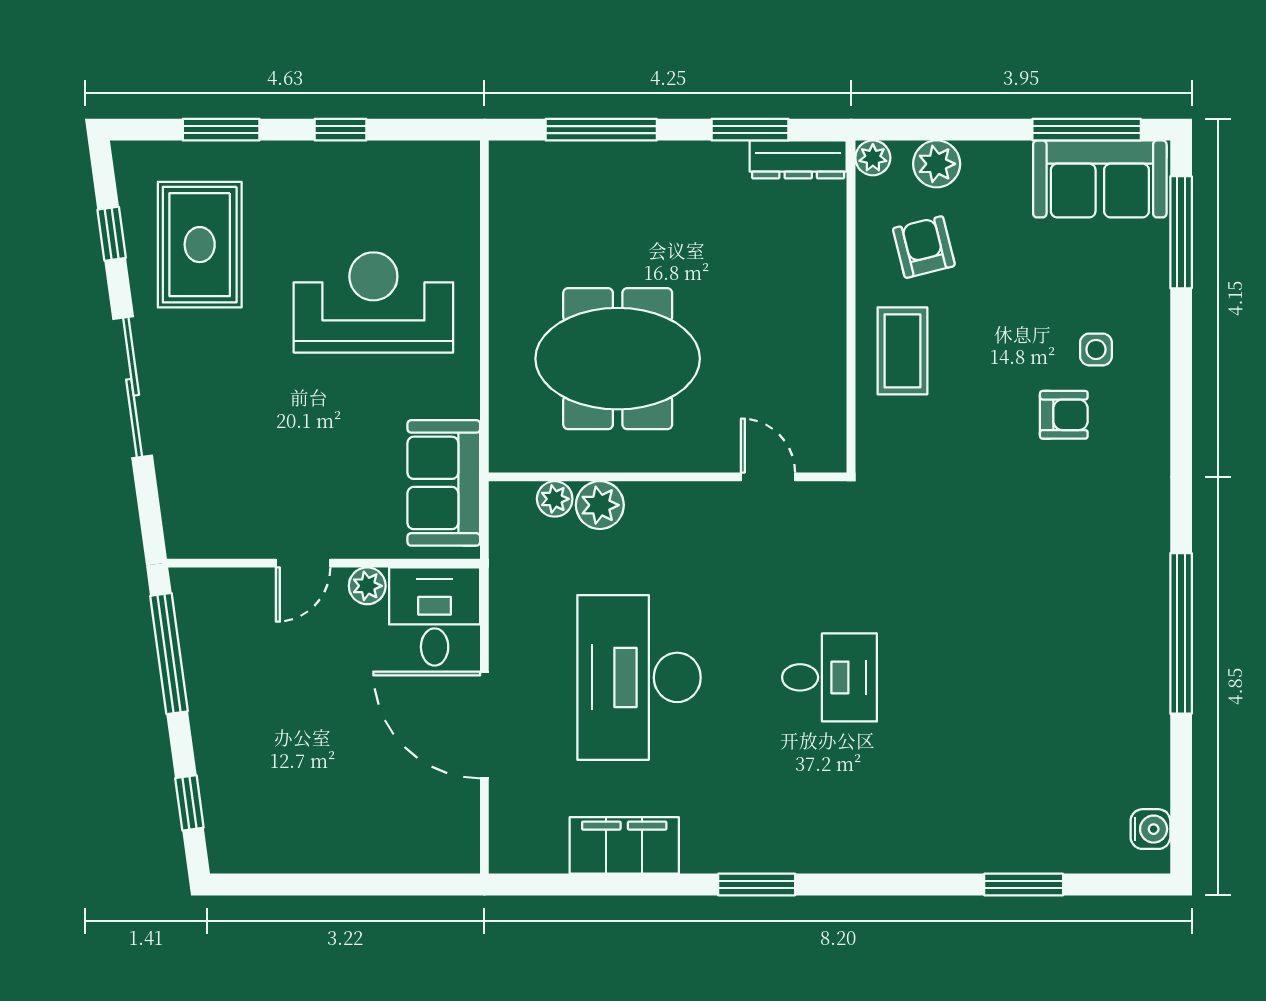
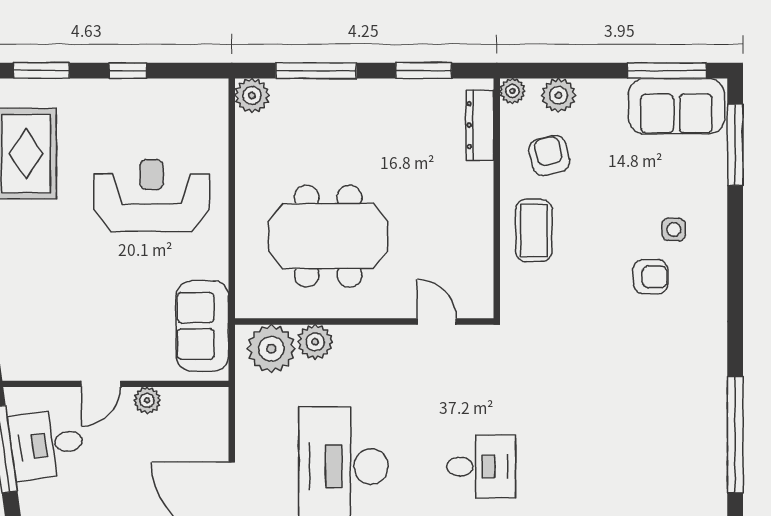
dresser: (798, 159) -> (480, 125), moved, turned 90
plant: (512, 164) -> (252, 95), added
plant: (555, 499) -> (271, 349), width x1.87, depth x1.87
desk: (435, 617) -> (47, 444), moved, turned -98

